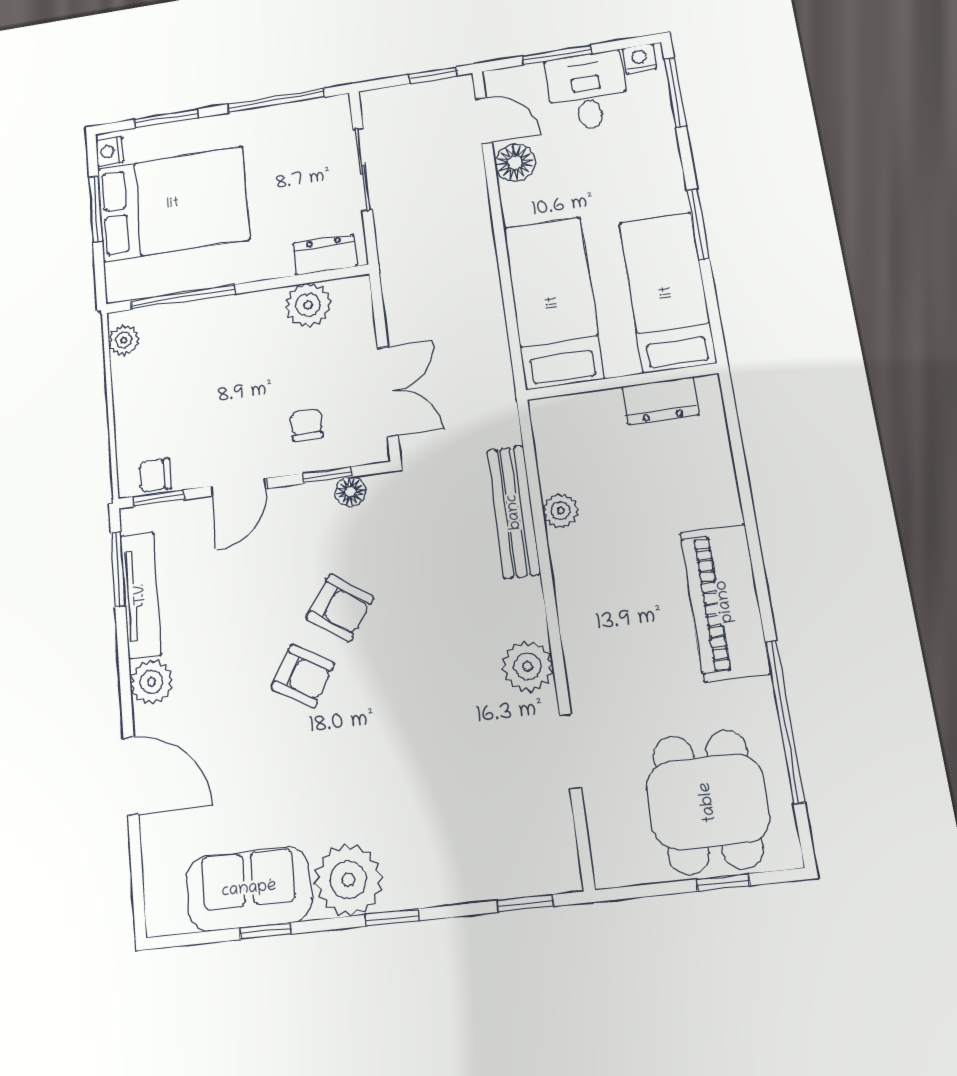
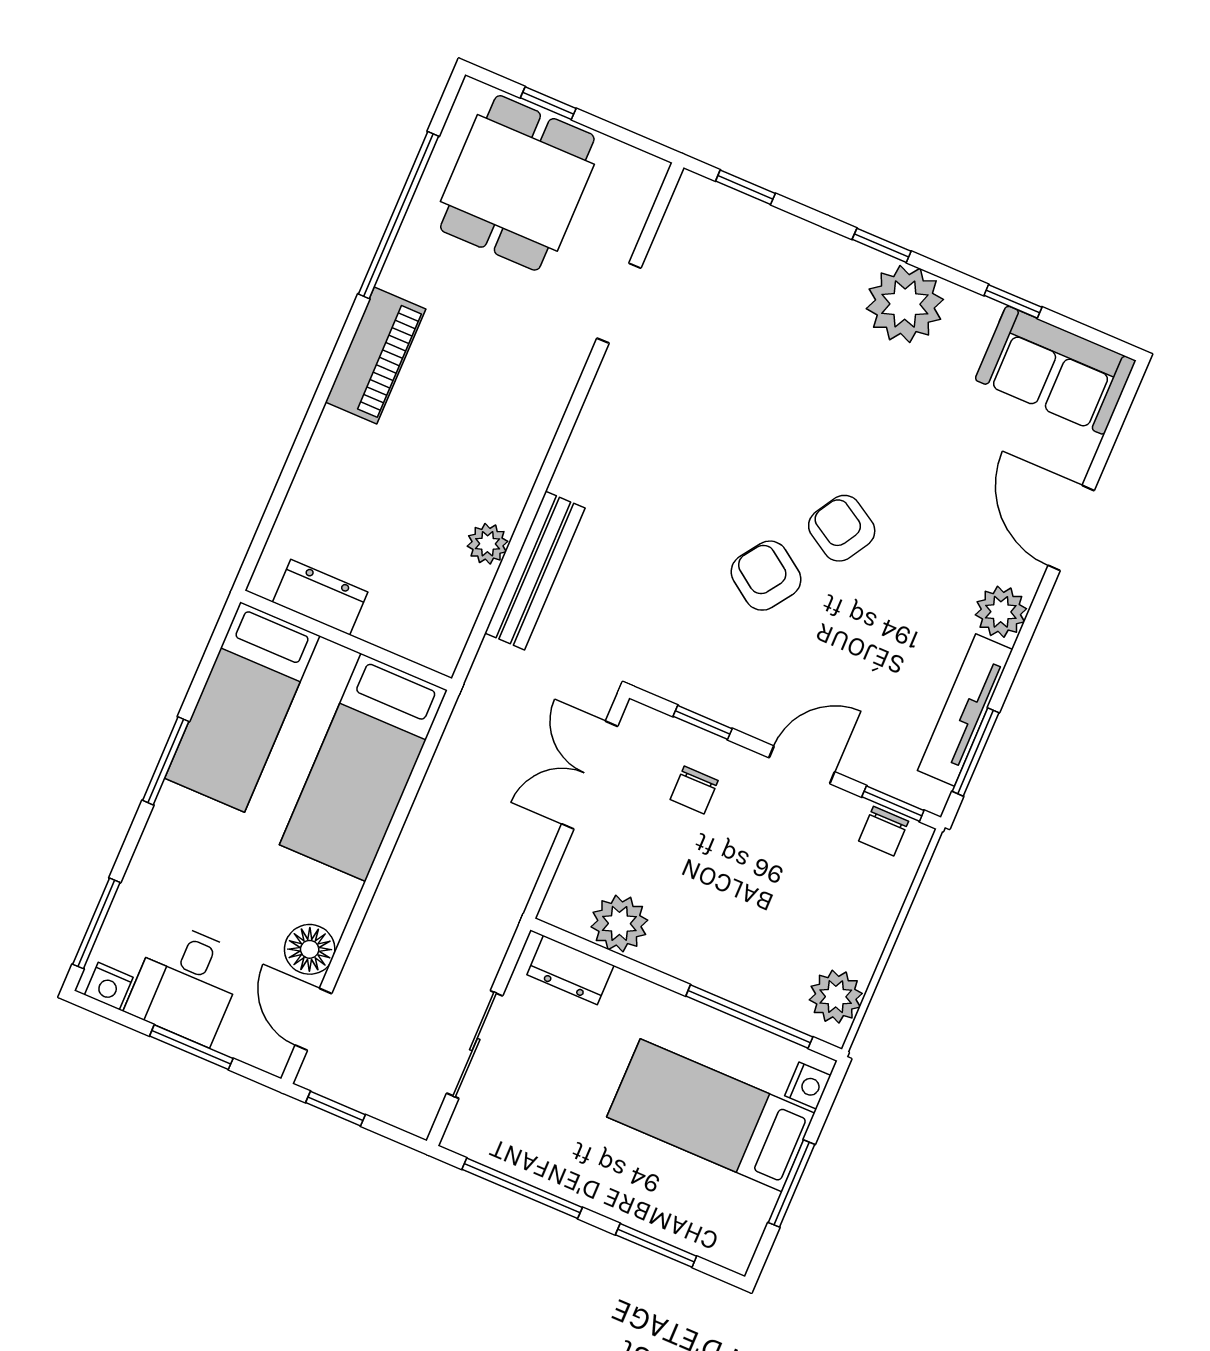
nightstand: (110, 151) -> (808, 1086), moved
bed: (173, 204) -> (711, 1115), width x0.67
plant: (124, 340) -> (836, 997), width x1.38, depth x1.38
chair: (155, 475) -> (884, 831), turned 90
floor lamp: (350, 492) -> (688, 690), removed
piano: (725, 602) -> (376, 355), width x0.73, depth x0.75
plant: (528, 666) -> (612, 408), removed
sofa: (249, 889) -> (1055, 370), moved

